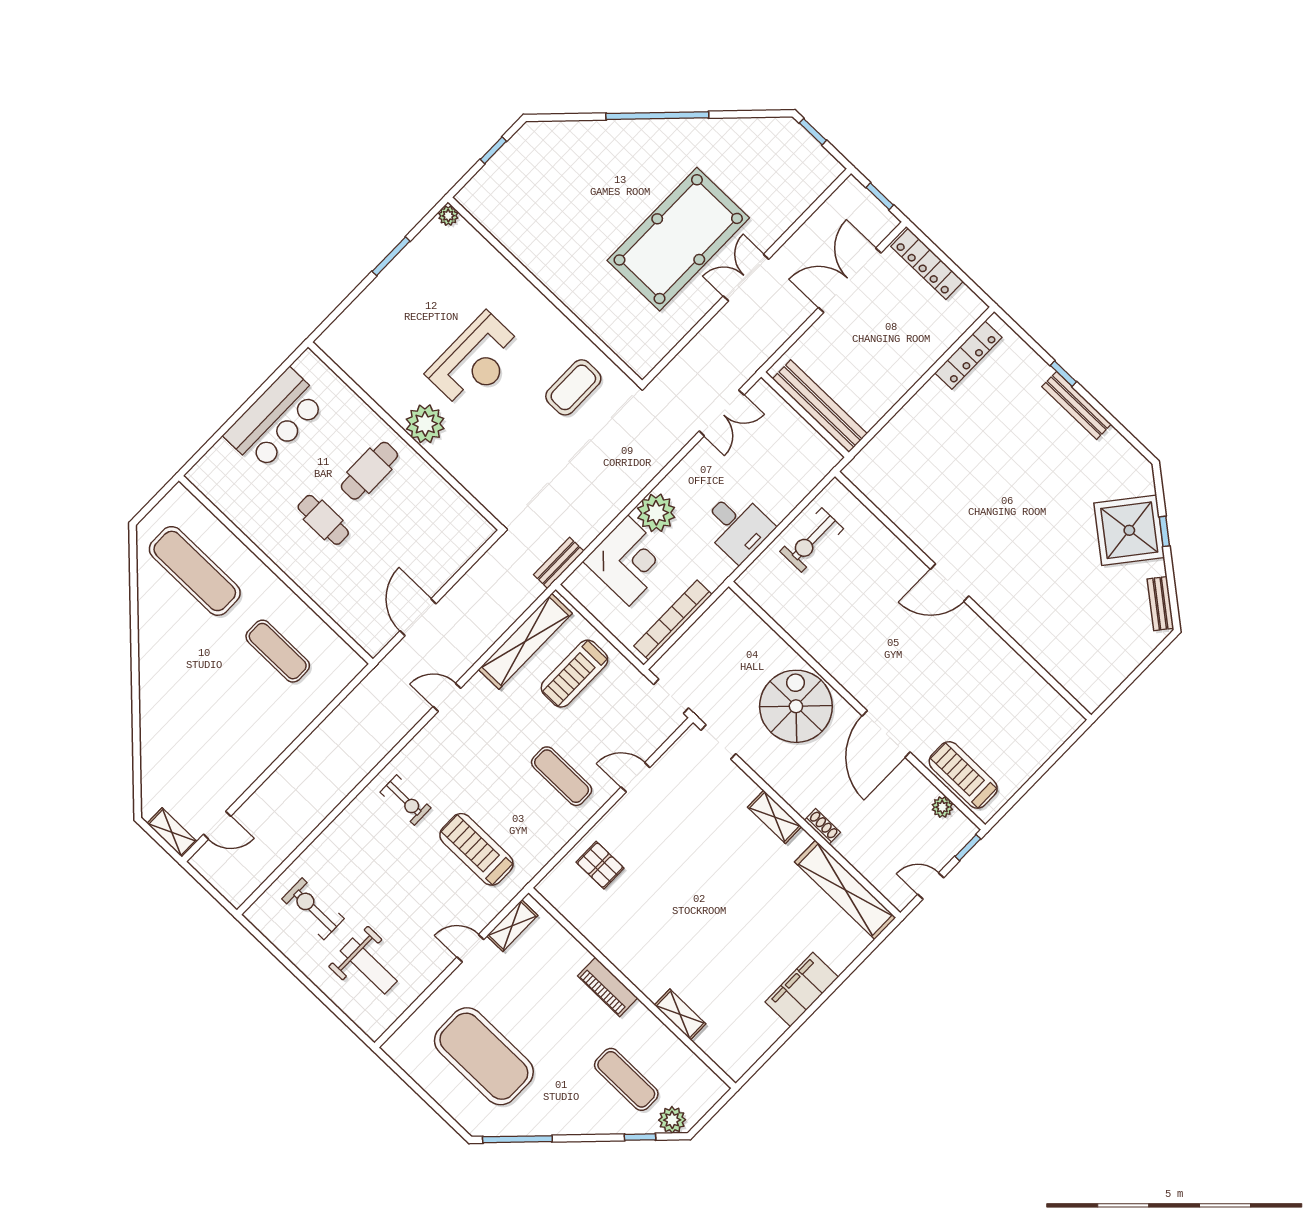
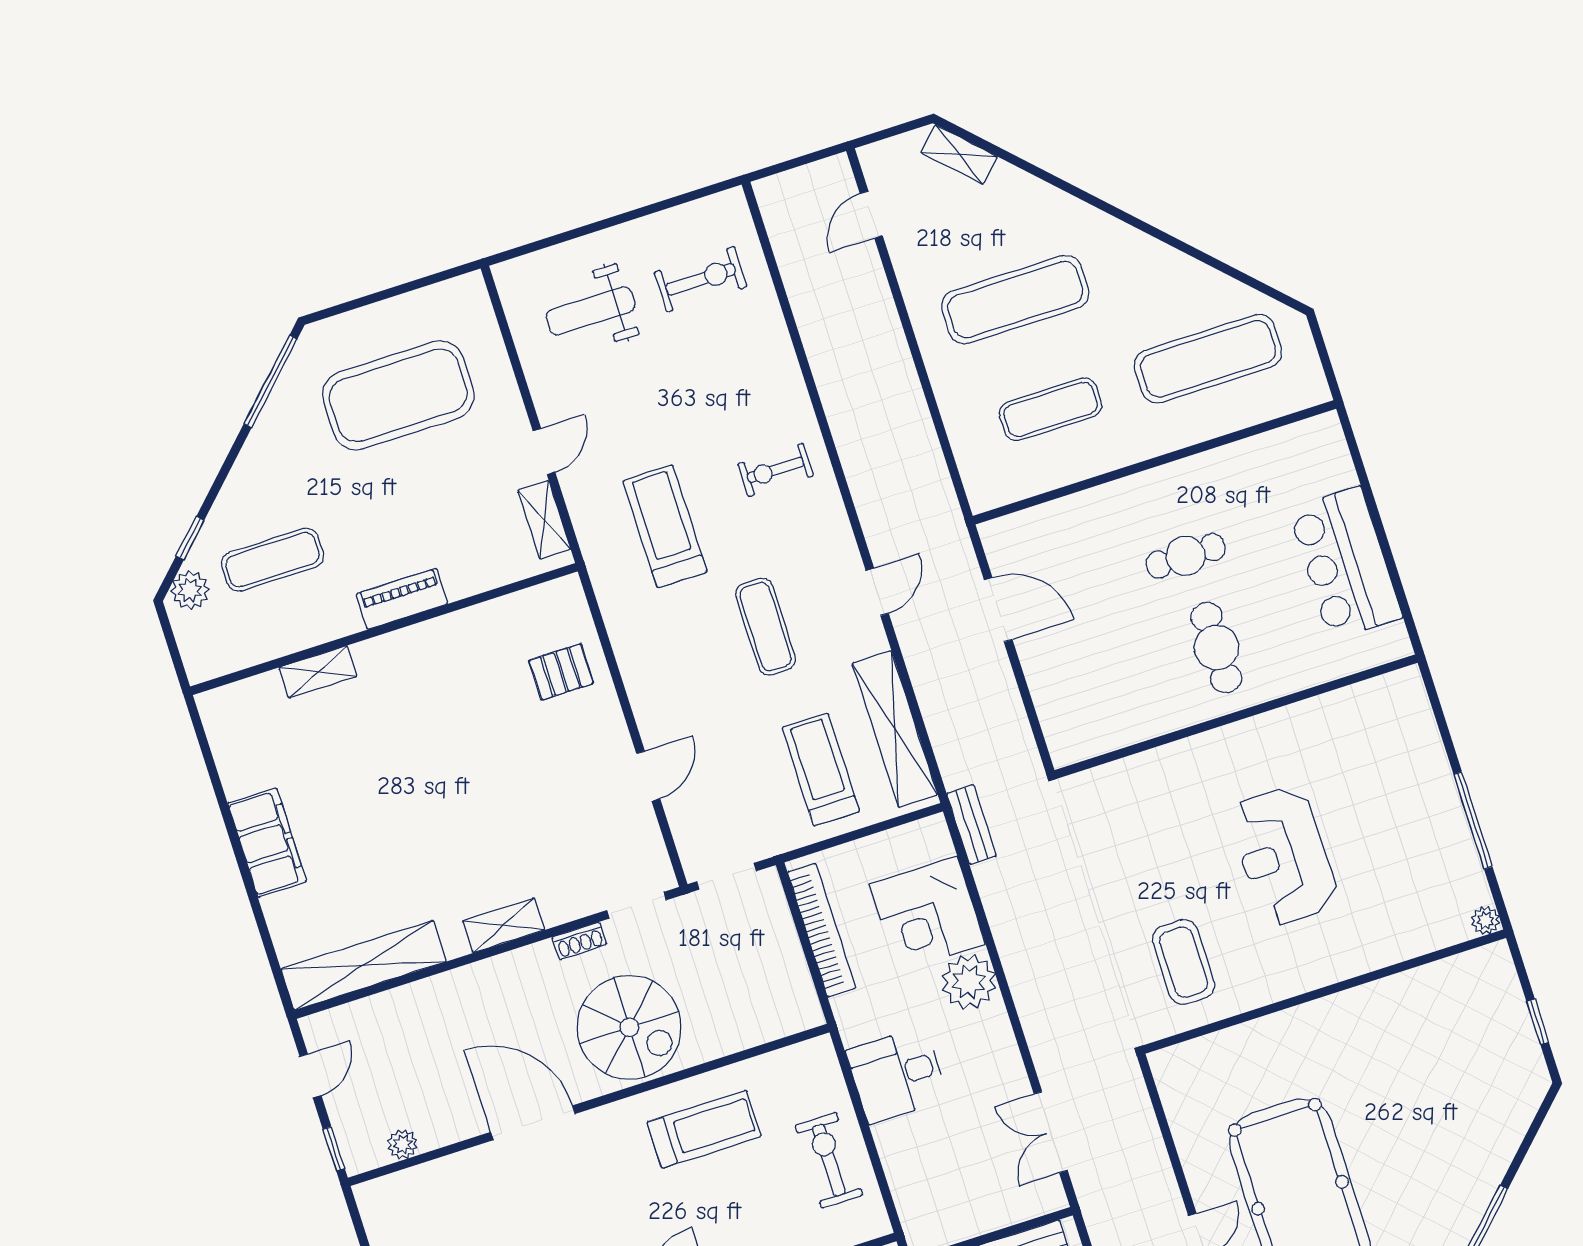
window: (391, 256) -> (1473, 820), width x1.44
plant: (425, 424) -> (1238, 750), removed
exercise mat: (222, 709) -> (1015, 300), added
treadmill: (963, 775) -> (704, 1129), moved
exercise mat: (562, 776) -> (766, 627), moved, turned 90
shoe rack: (822, 826) -> (579, 941), moved
shelving: (172, 832) -> (959, 154), moved, turned 45
treadmill: (476, 849) -> (665, 526), turned -90

